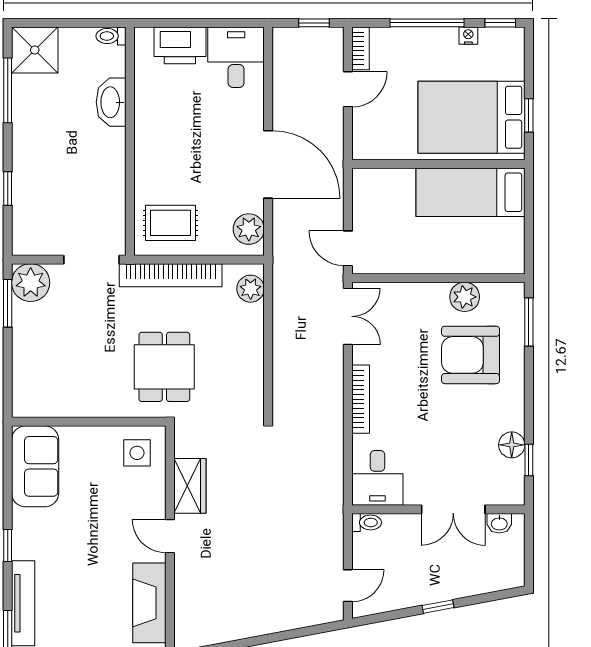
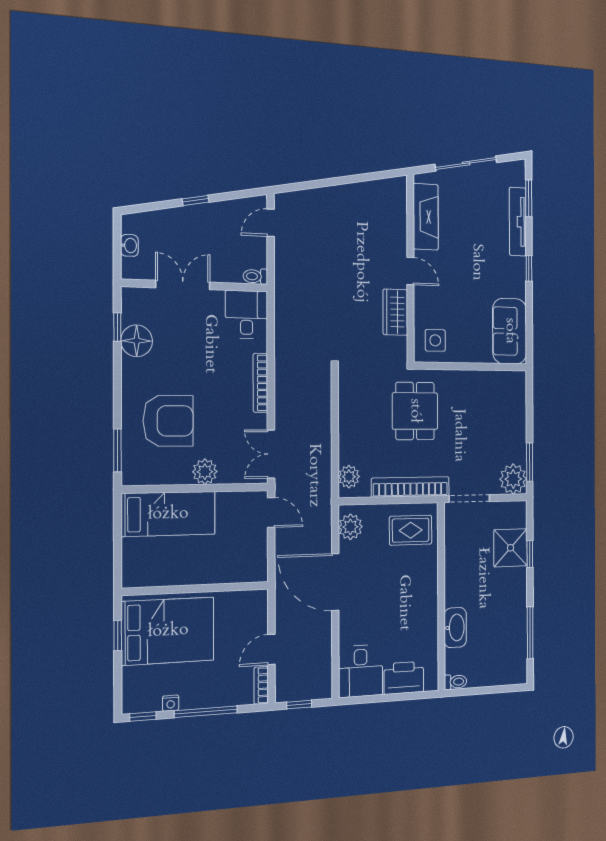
shower: (35, 50) -> (511, 548), moved
bed: (470, 192) -> (168, 514), moved
plant: (465, 297) -> (205, 472), moved
floor lamp: (512, 445) -> (137, 341), width x1.38, depth x1.38
washbasin: (499, 523) -> (129, 245), moved, turned 90

